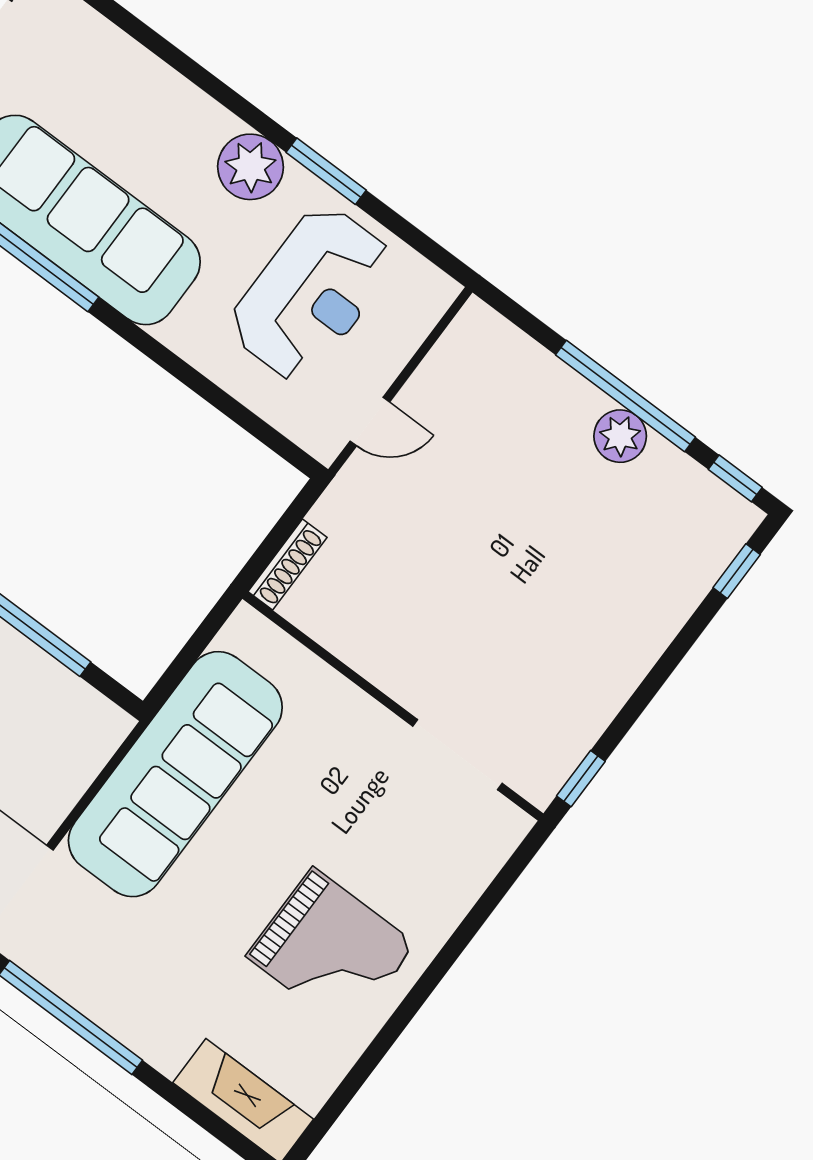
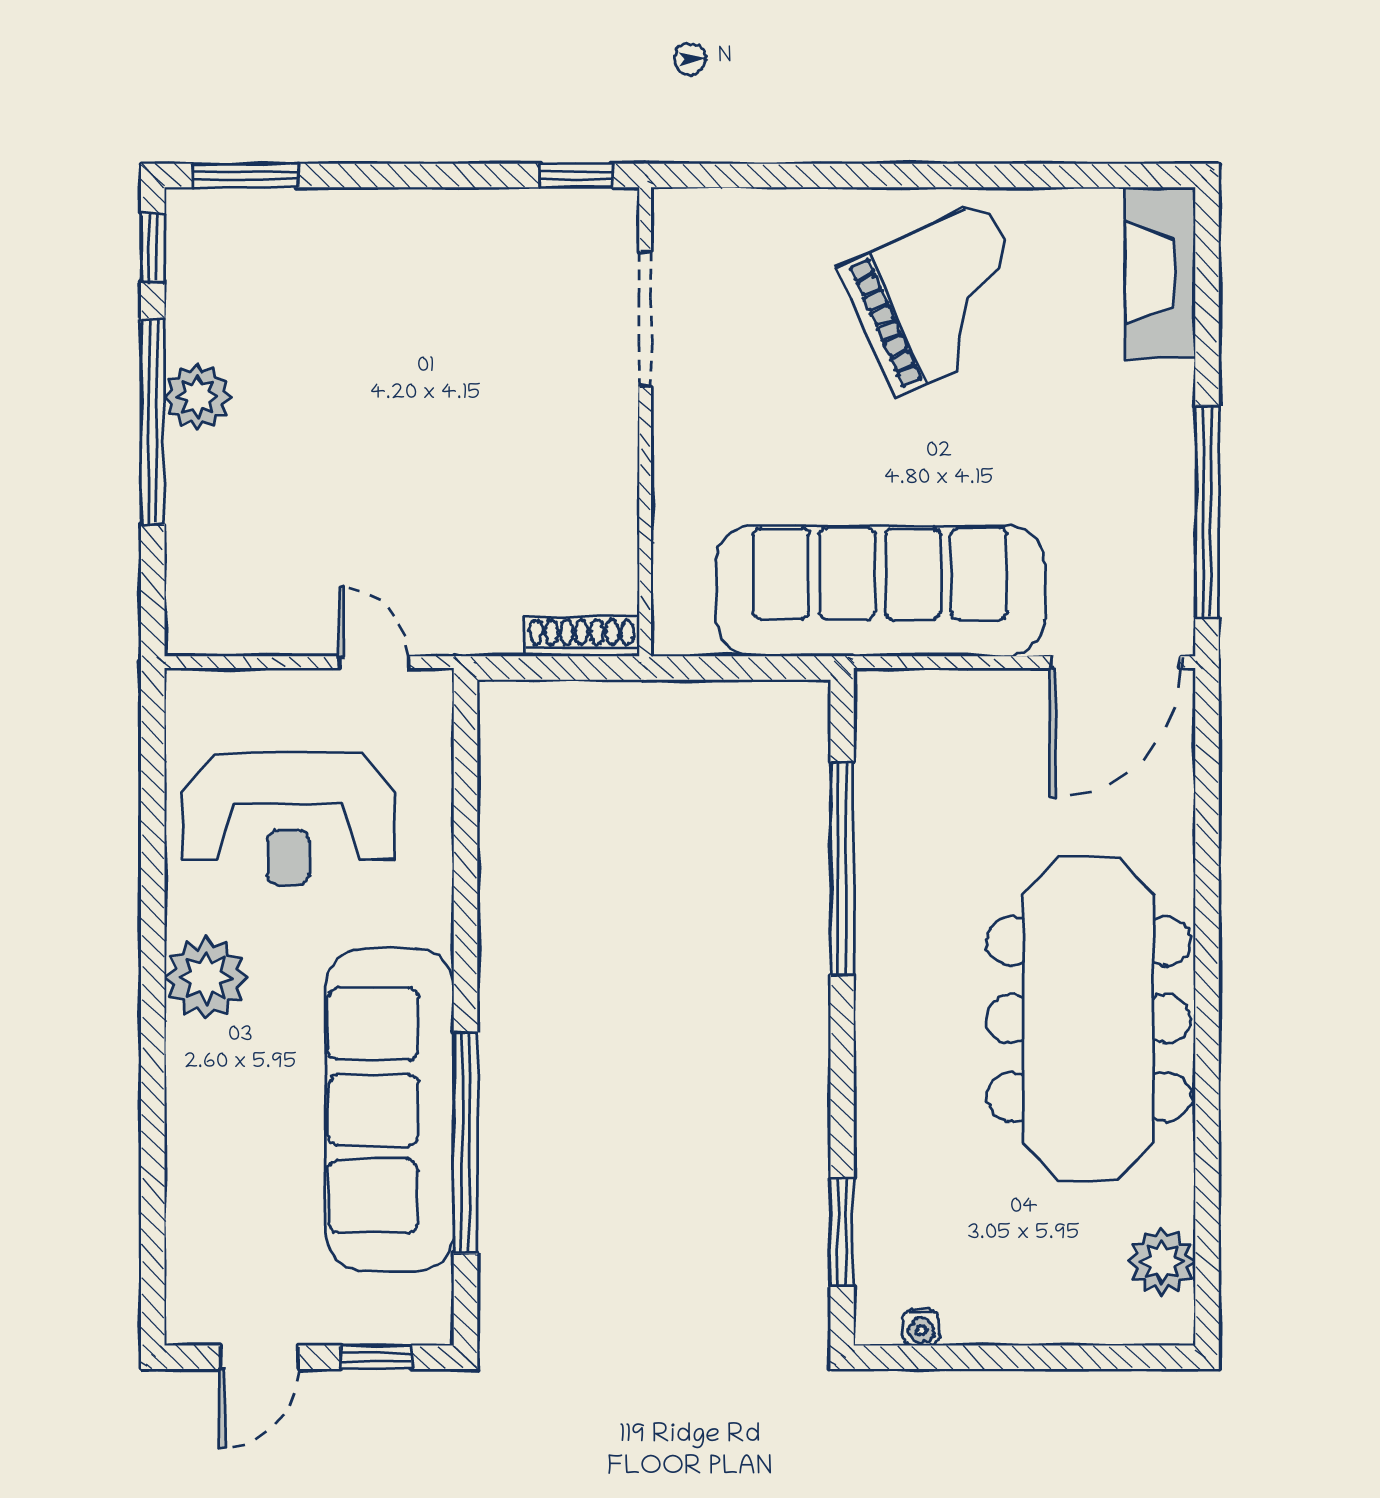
window: (326, 171) -> (153, 897), removed
reception desk: (311, 294) -> (288, 819), turned 180
window: (737, 571) -> (246, 176), width x1.50
grand piano: (331, 950) -> (940, 299), turned 66

